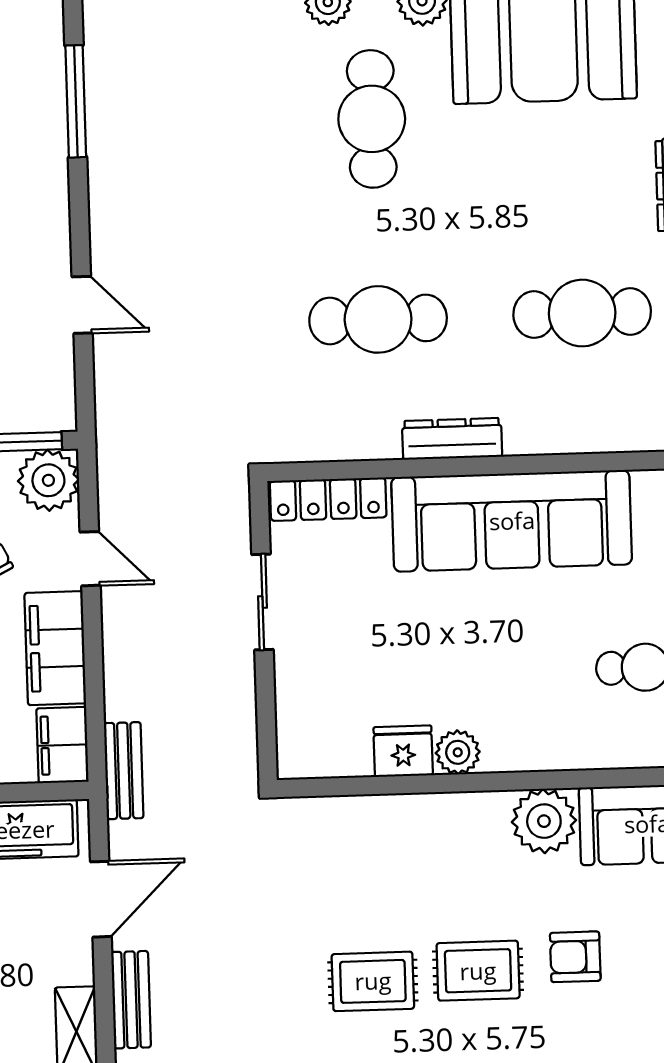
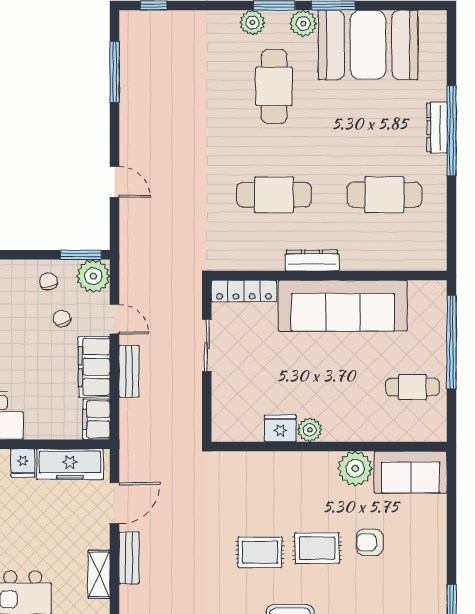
bench: (124, 771) -> (129, 371), moved

